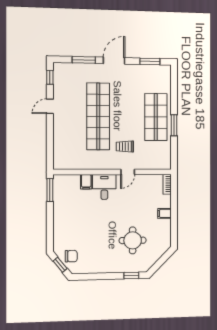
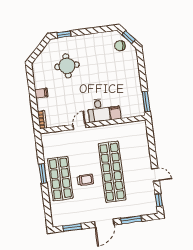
door: (50, 106) -> (156, 175), hinge flipped
trolley: (125, 147) -> (85, 180), moved

